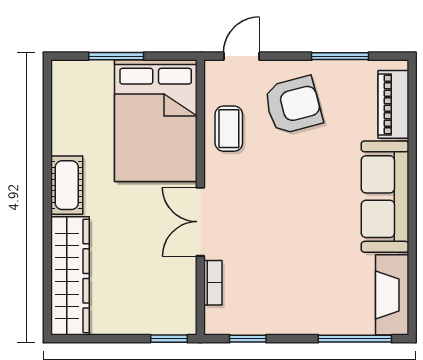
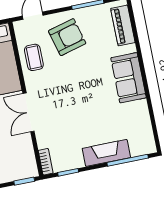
sofa: (385, 197) -> (129, 78), width x0.73
bookcase: (213, 283) -> (46, 162), moved
fireplace: (392, 295) -> (106, 153), moved, turned 90

